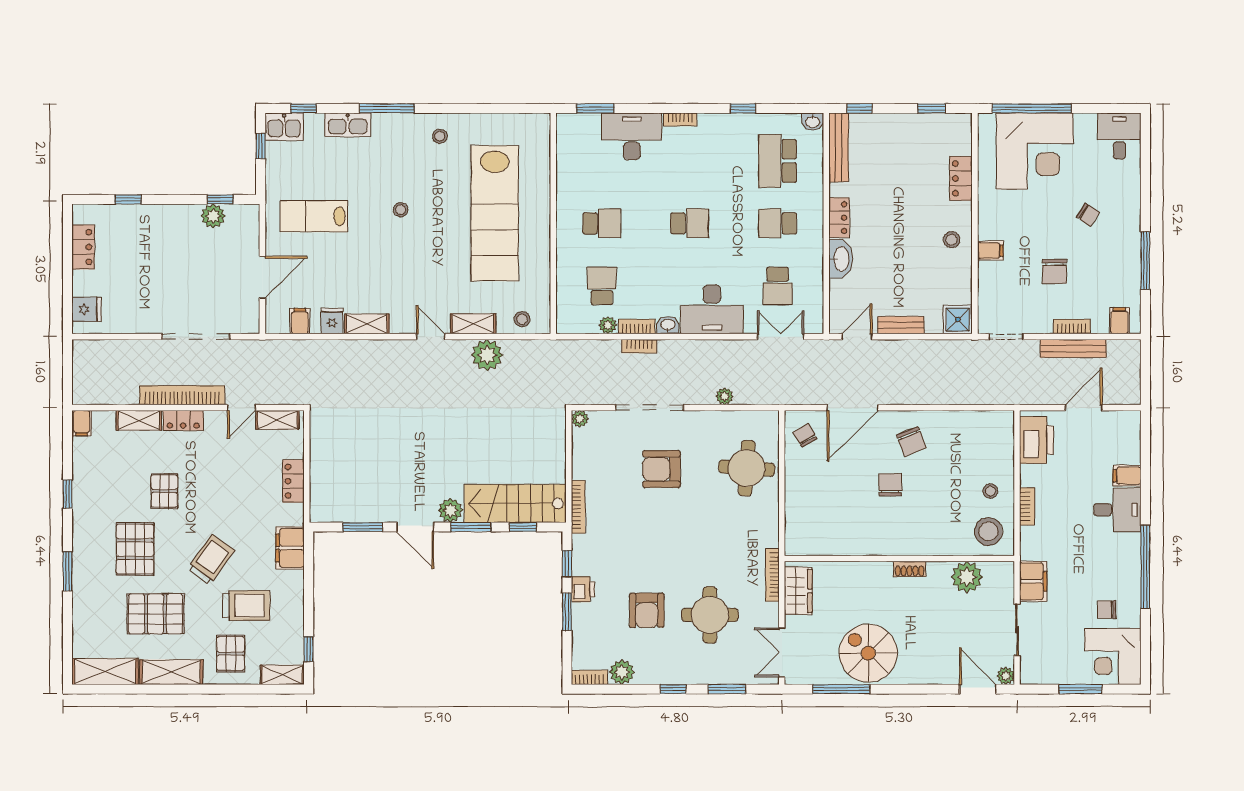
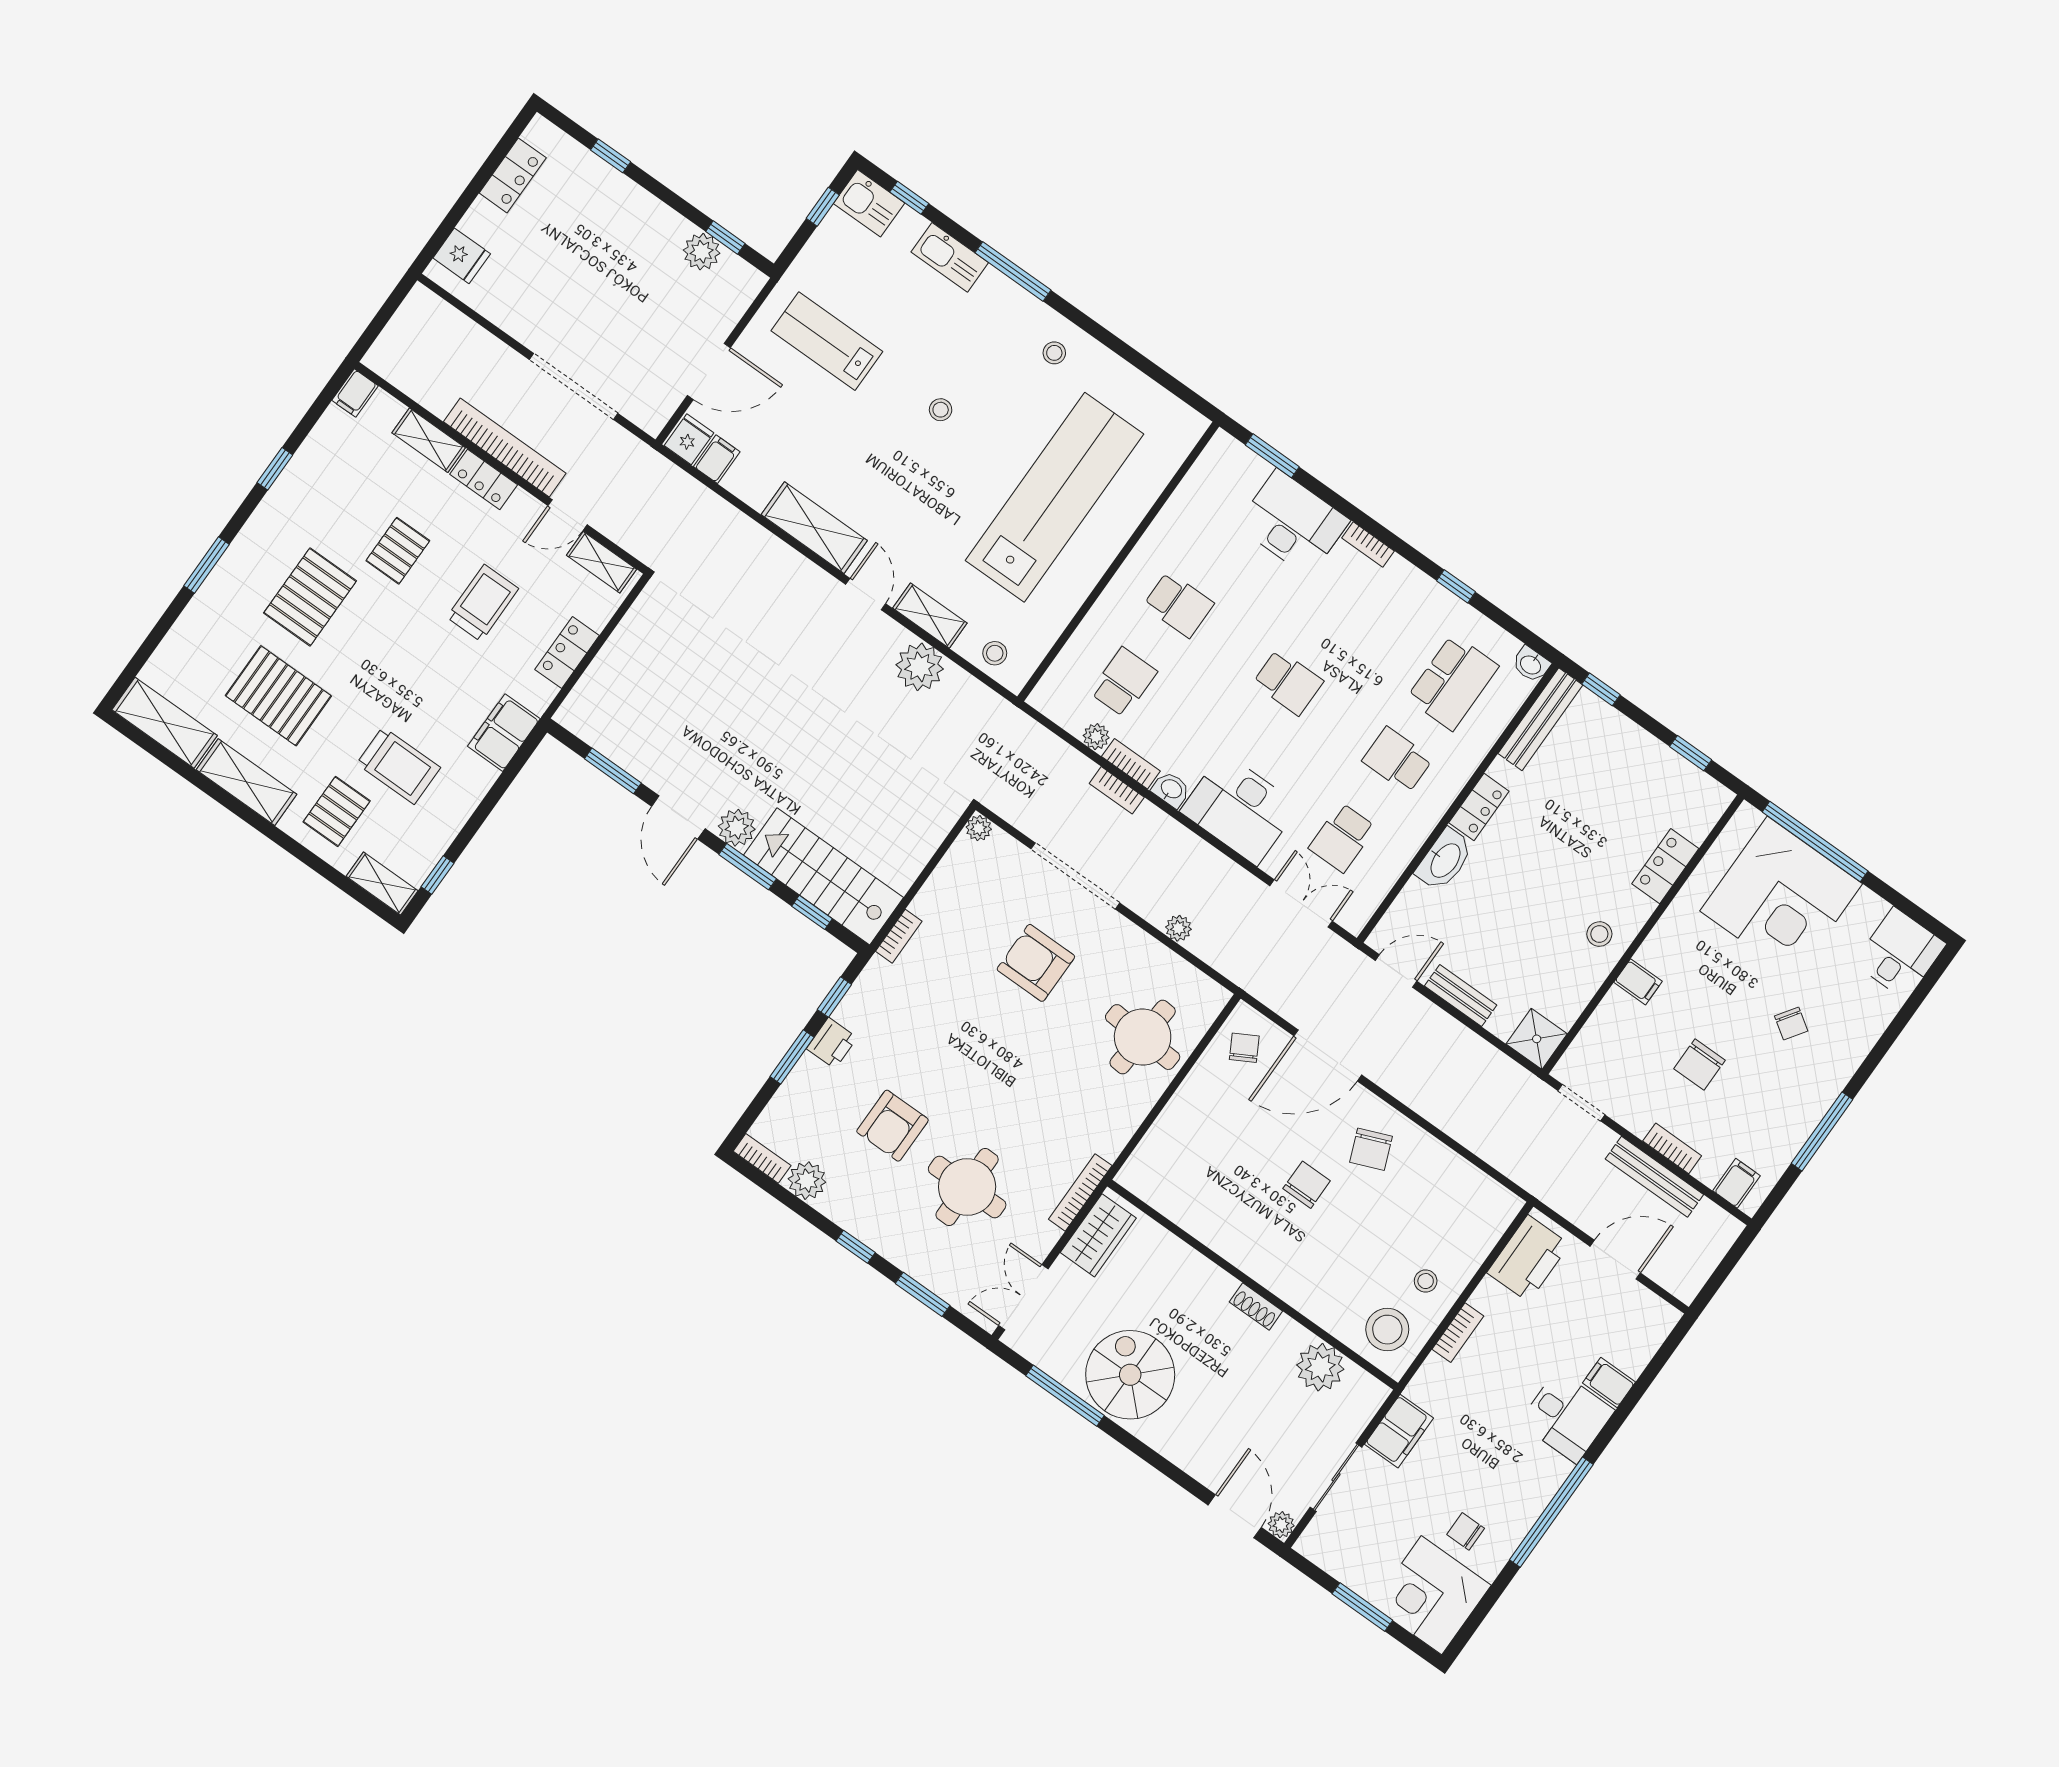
school desk: (778, 161) -> (1453, 682), turned 180
lab bench: (495, 213) -> (1054, 497), turned 180
fridge: (332, 321) -> (689, 439), moved
shelving: (367, 324) -> (814, 528), width x1.50, depth x1.33
bookcase: (578, 507) -> (899, 936), width x0.64
trolley: (211, 560) -> (483, 603), moved, turned -36

